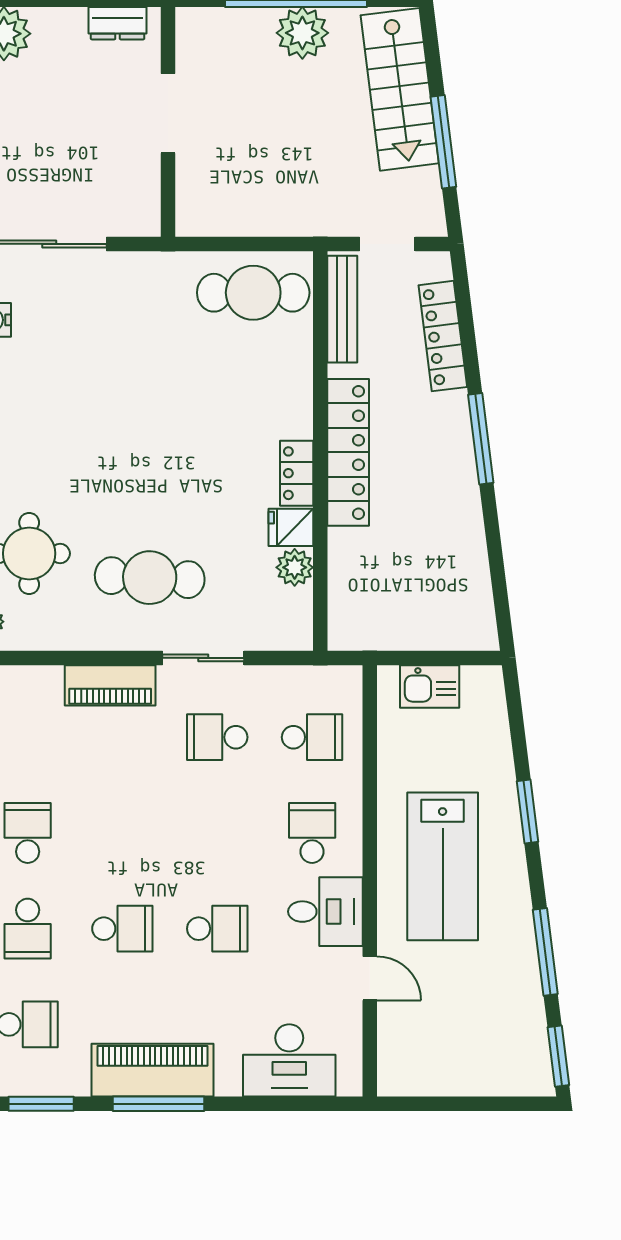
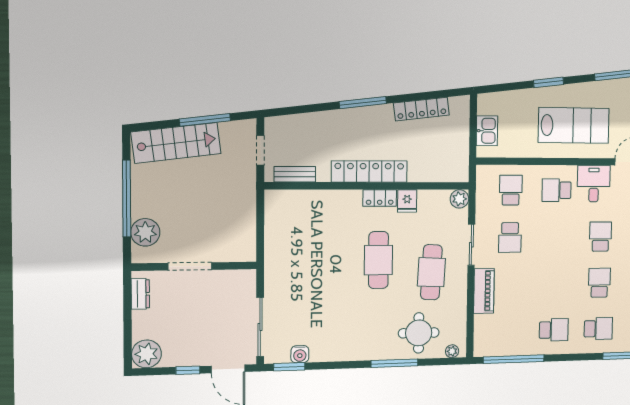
plant: (302, 33) -> (145, 232), moved
cafe table: (253, 293) -> (378, 260), moved
bench: (342, 309) -> (295, 174), width x0.73
locker: (443, 336) -> (421, 109), moved
plant: (295, 567) -> (459, 199), moved
school desk: (28, 833) -> (554, 330), turned 180

